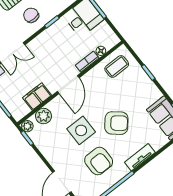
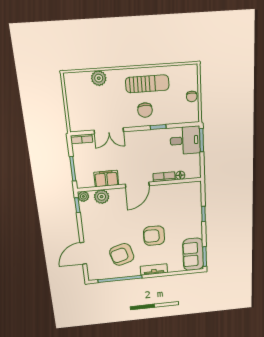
chair: (31, 15) -> (145, 110), turned 180
coffee table: (117, 66) -> (184, 195), removed
armchair: (116, 123) -> (154, 236), turned 140
side table: (81, 130) -> (124, 225), removed
armchair: (99, 161) -> (122, 254), turned 74

